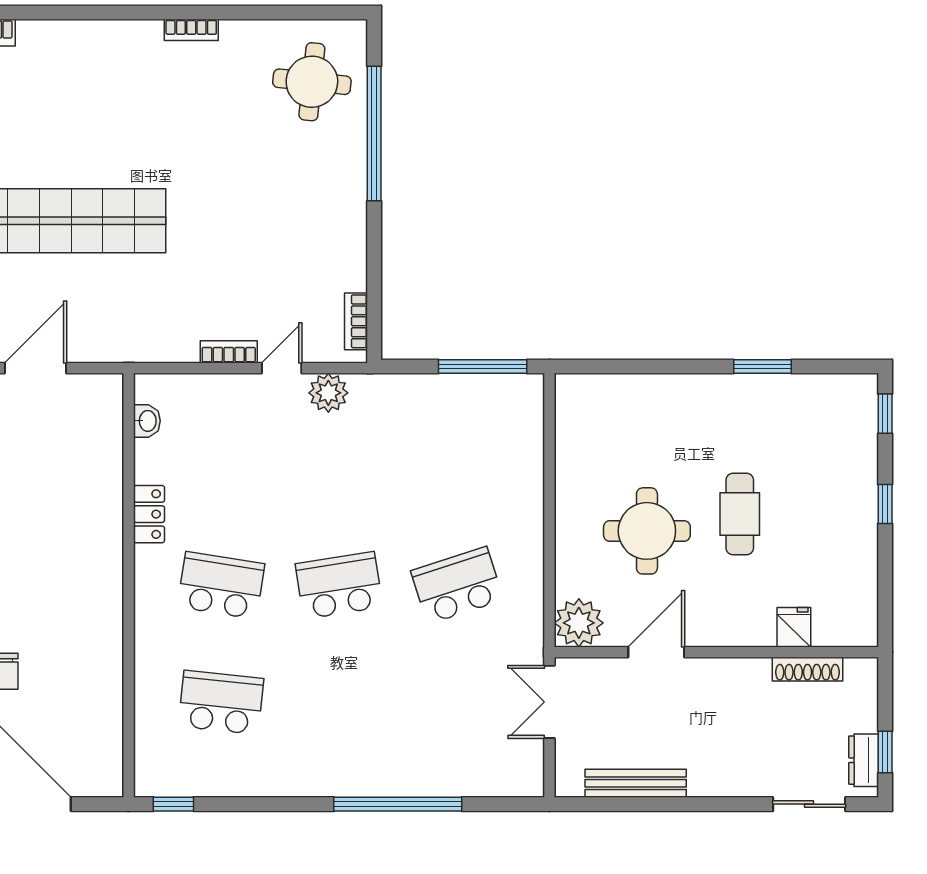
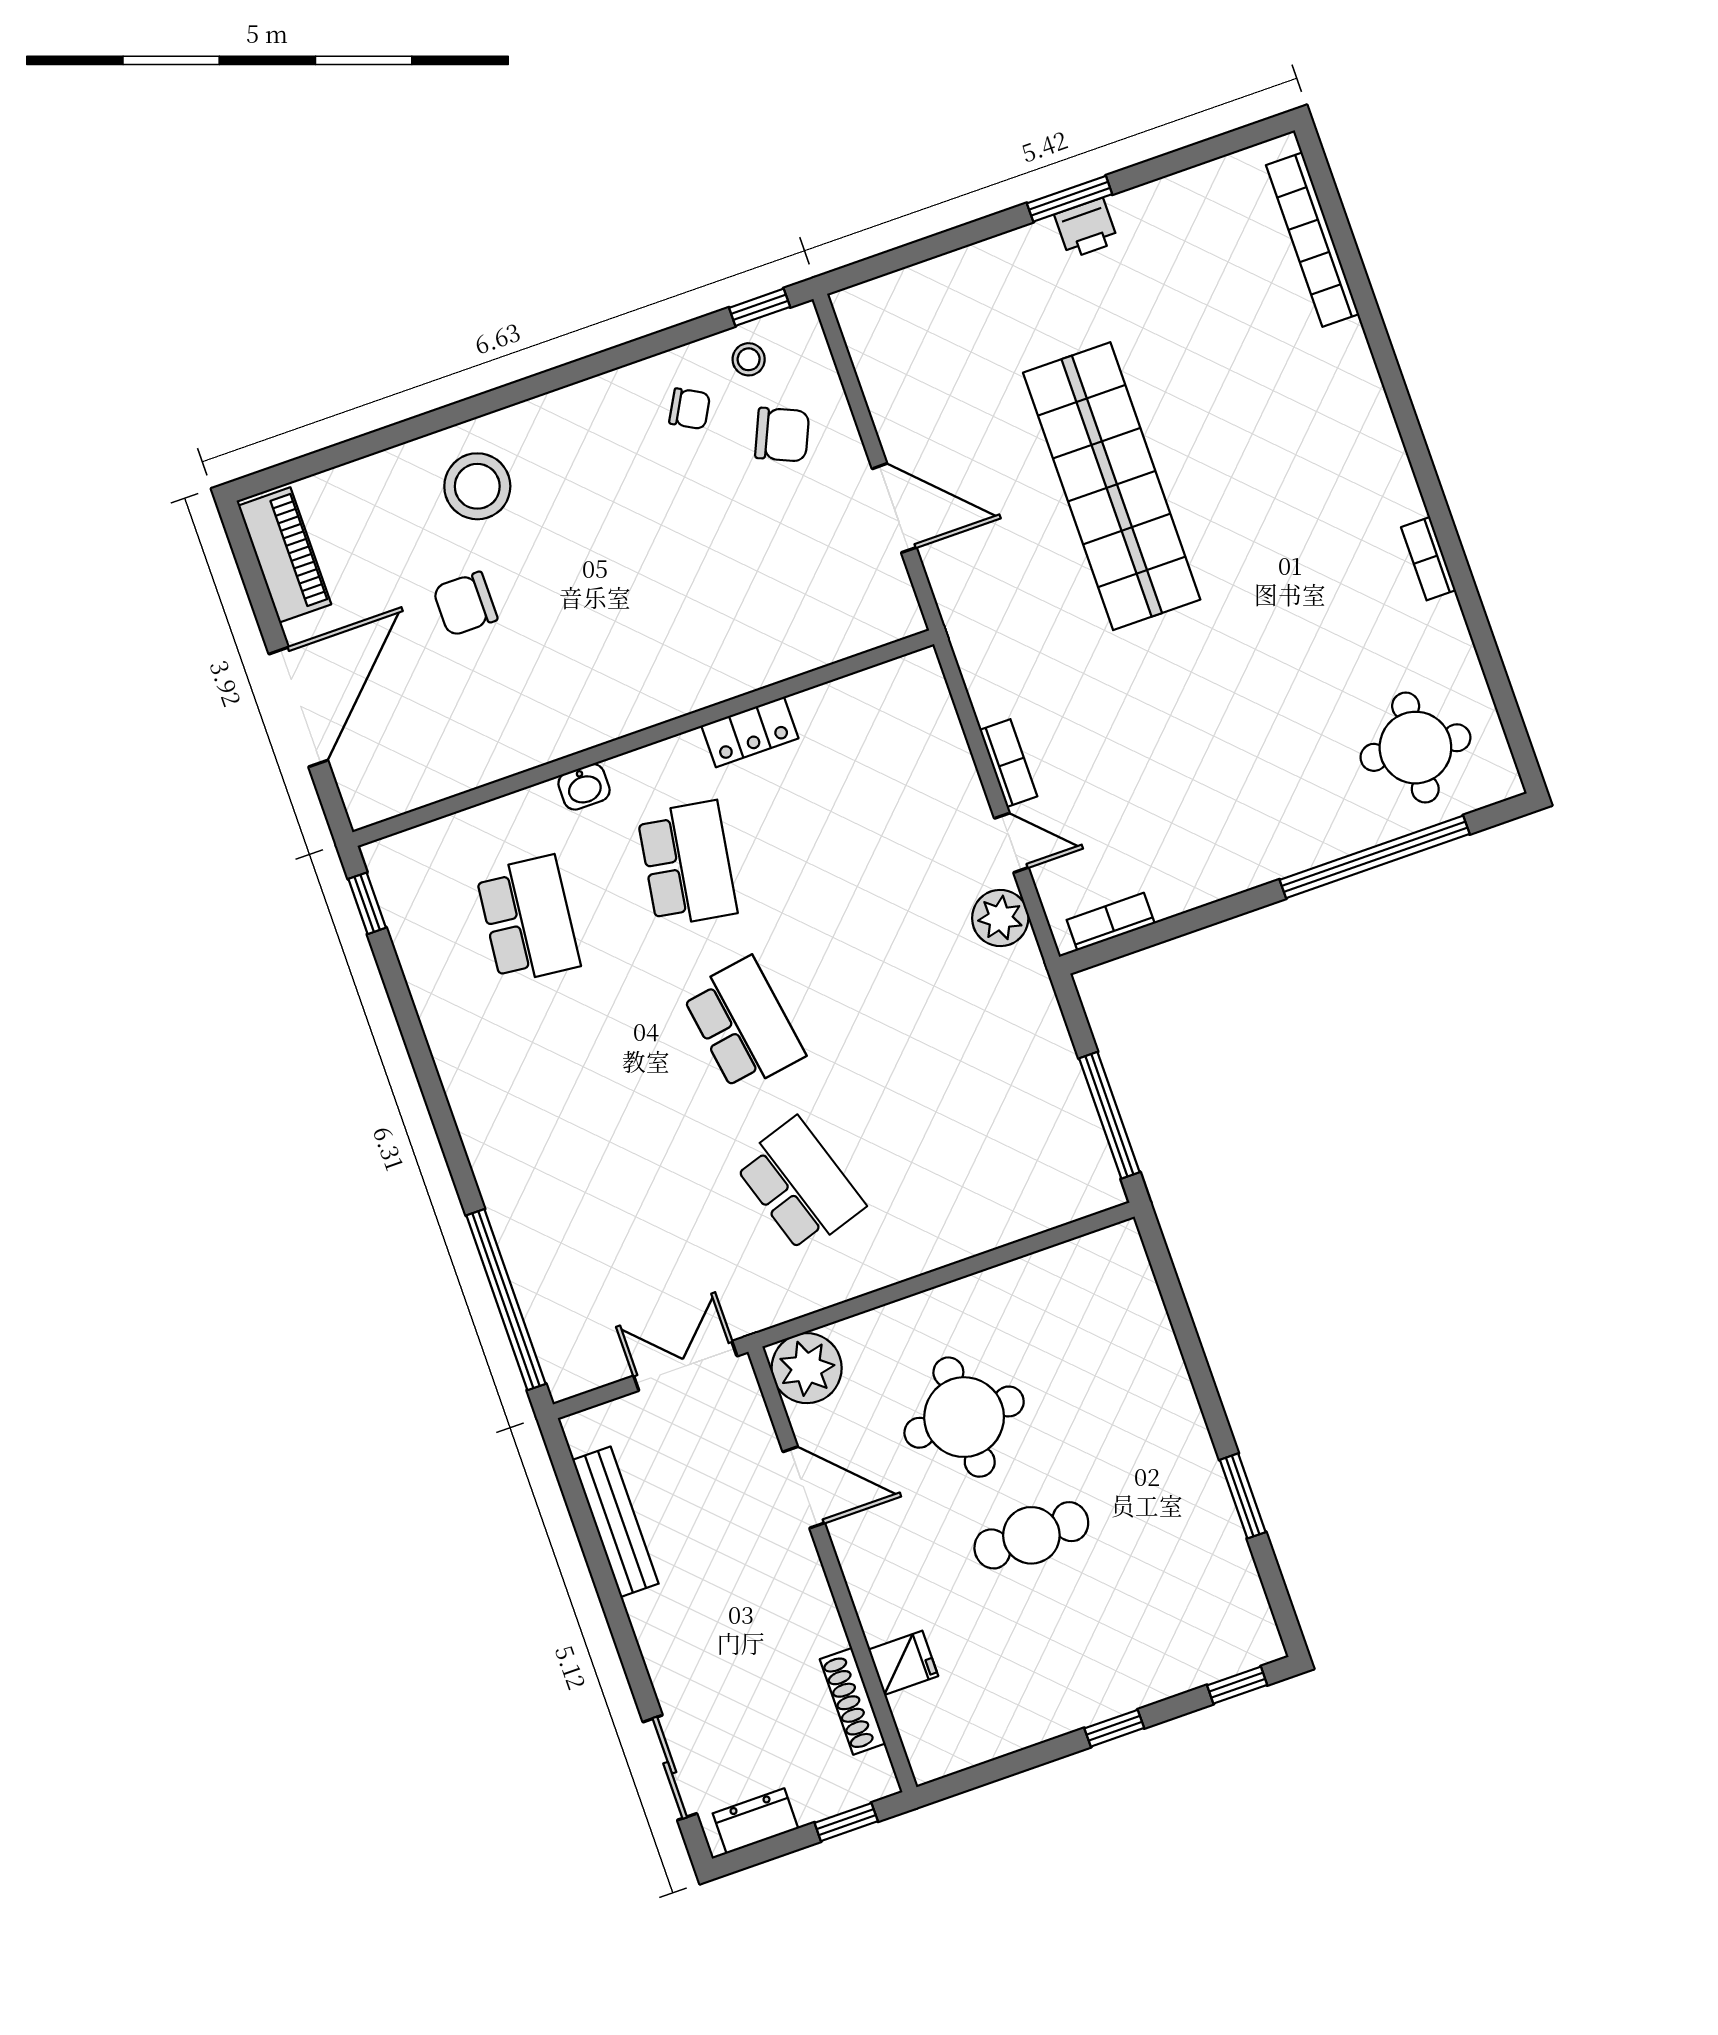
washbasin: (147, 421) -> (584, 787), moved
window: (885, 752) -> (846, 1822), moved
window: (398, 804) -> (506, 1300), moved

